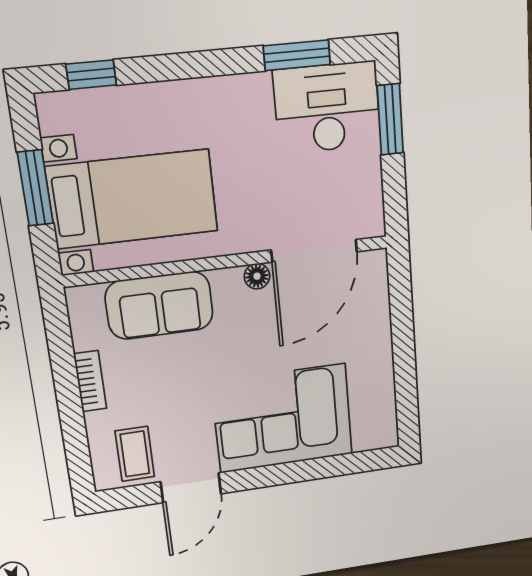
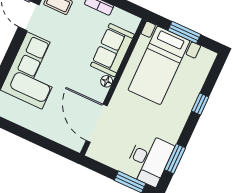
window: (91, 75) -> (200, 104), moved
floor lamp: (257, 276) -> (107, 81), moved

